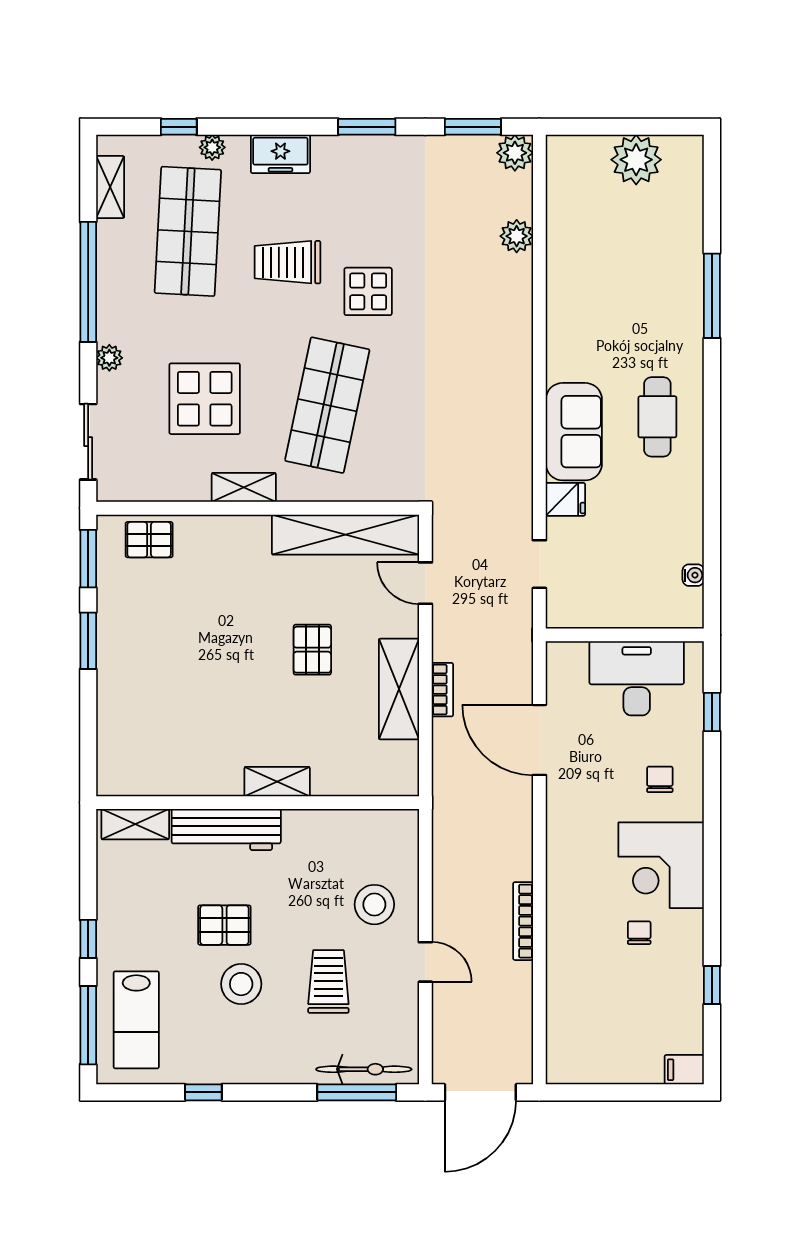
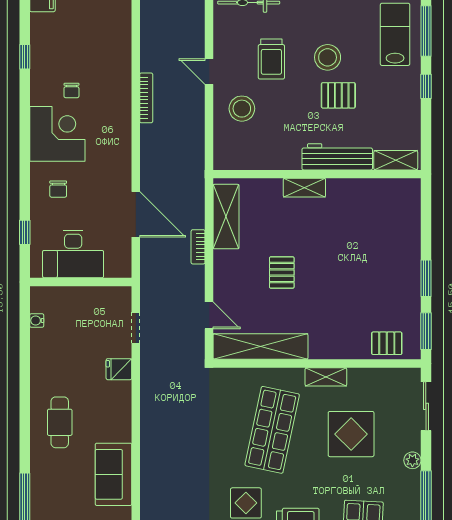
sofa: (574, 432) -> (114, 474), moved
shelving: (399, 689) -> (226, 217), moved

